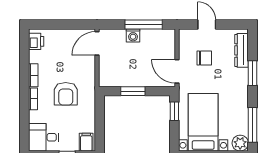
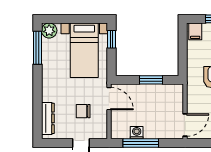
washing machine: (133, 35) -> (137, 133), moved
window: (252, 73) -> (37, 97), removed
window: (174, 111) -> (112, 39), moved

